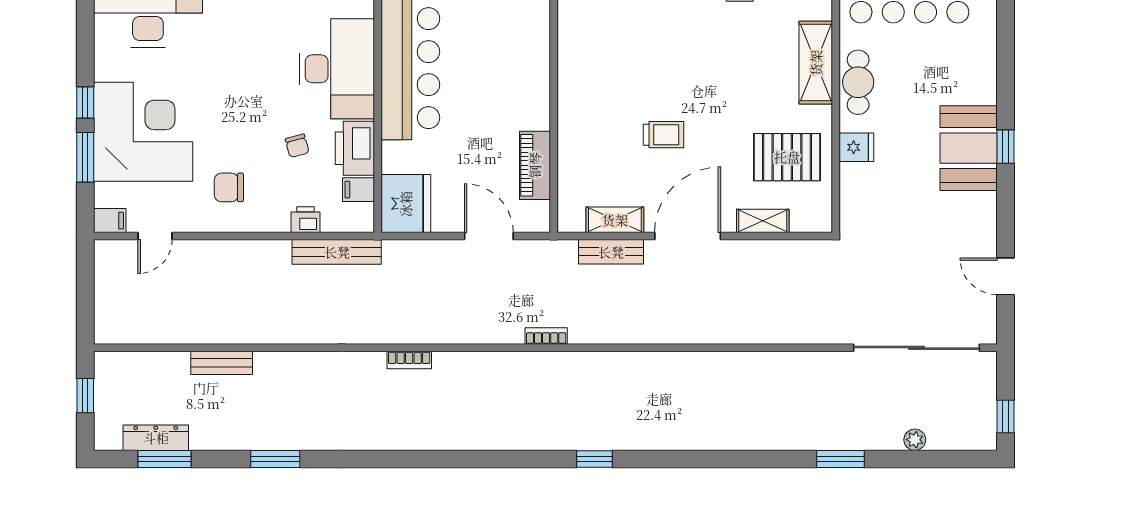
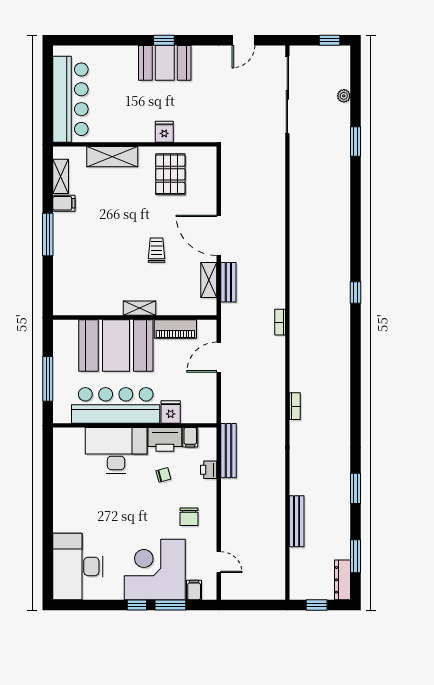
booth: (508, 69) -> (116, 345), added
cafe table: (858, 82) -> (124, 131), removed
fridge: (406, 204) -> (171, 412), moved, width x0.53, depth x0.75
filing cabinet: (110, 221) -> (194, 590), moved
shelving: (763, 221) -> (140, 308), moved, turned 90
bench: (222, 363) -> (297, 521), width x1.36
dresser: (156, 438) -> (343, 580), moved

